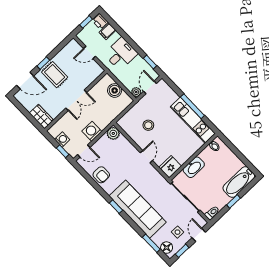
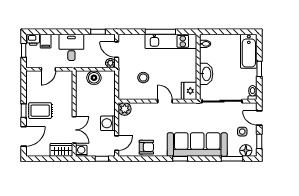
double door: (76, 100) -> (74, 130), moved
washing machine: (62, 140) -> (81, 151), moved

